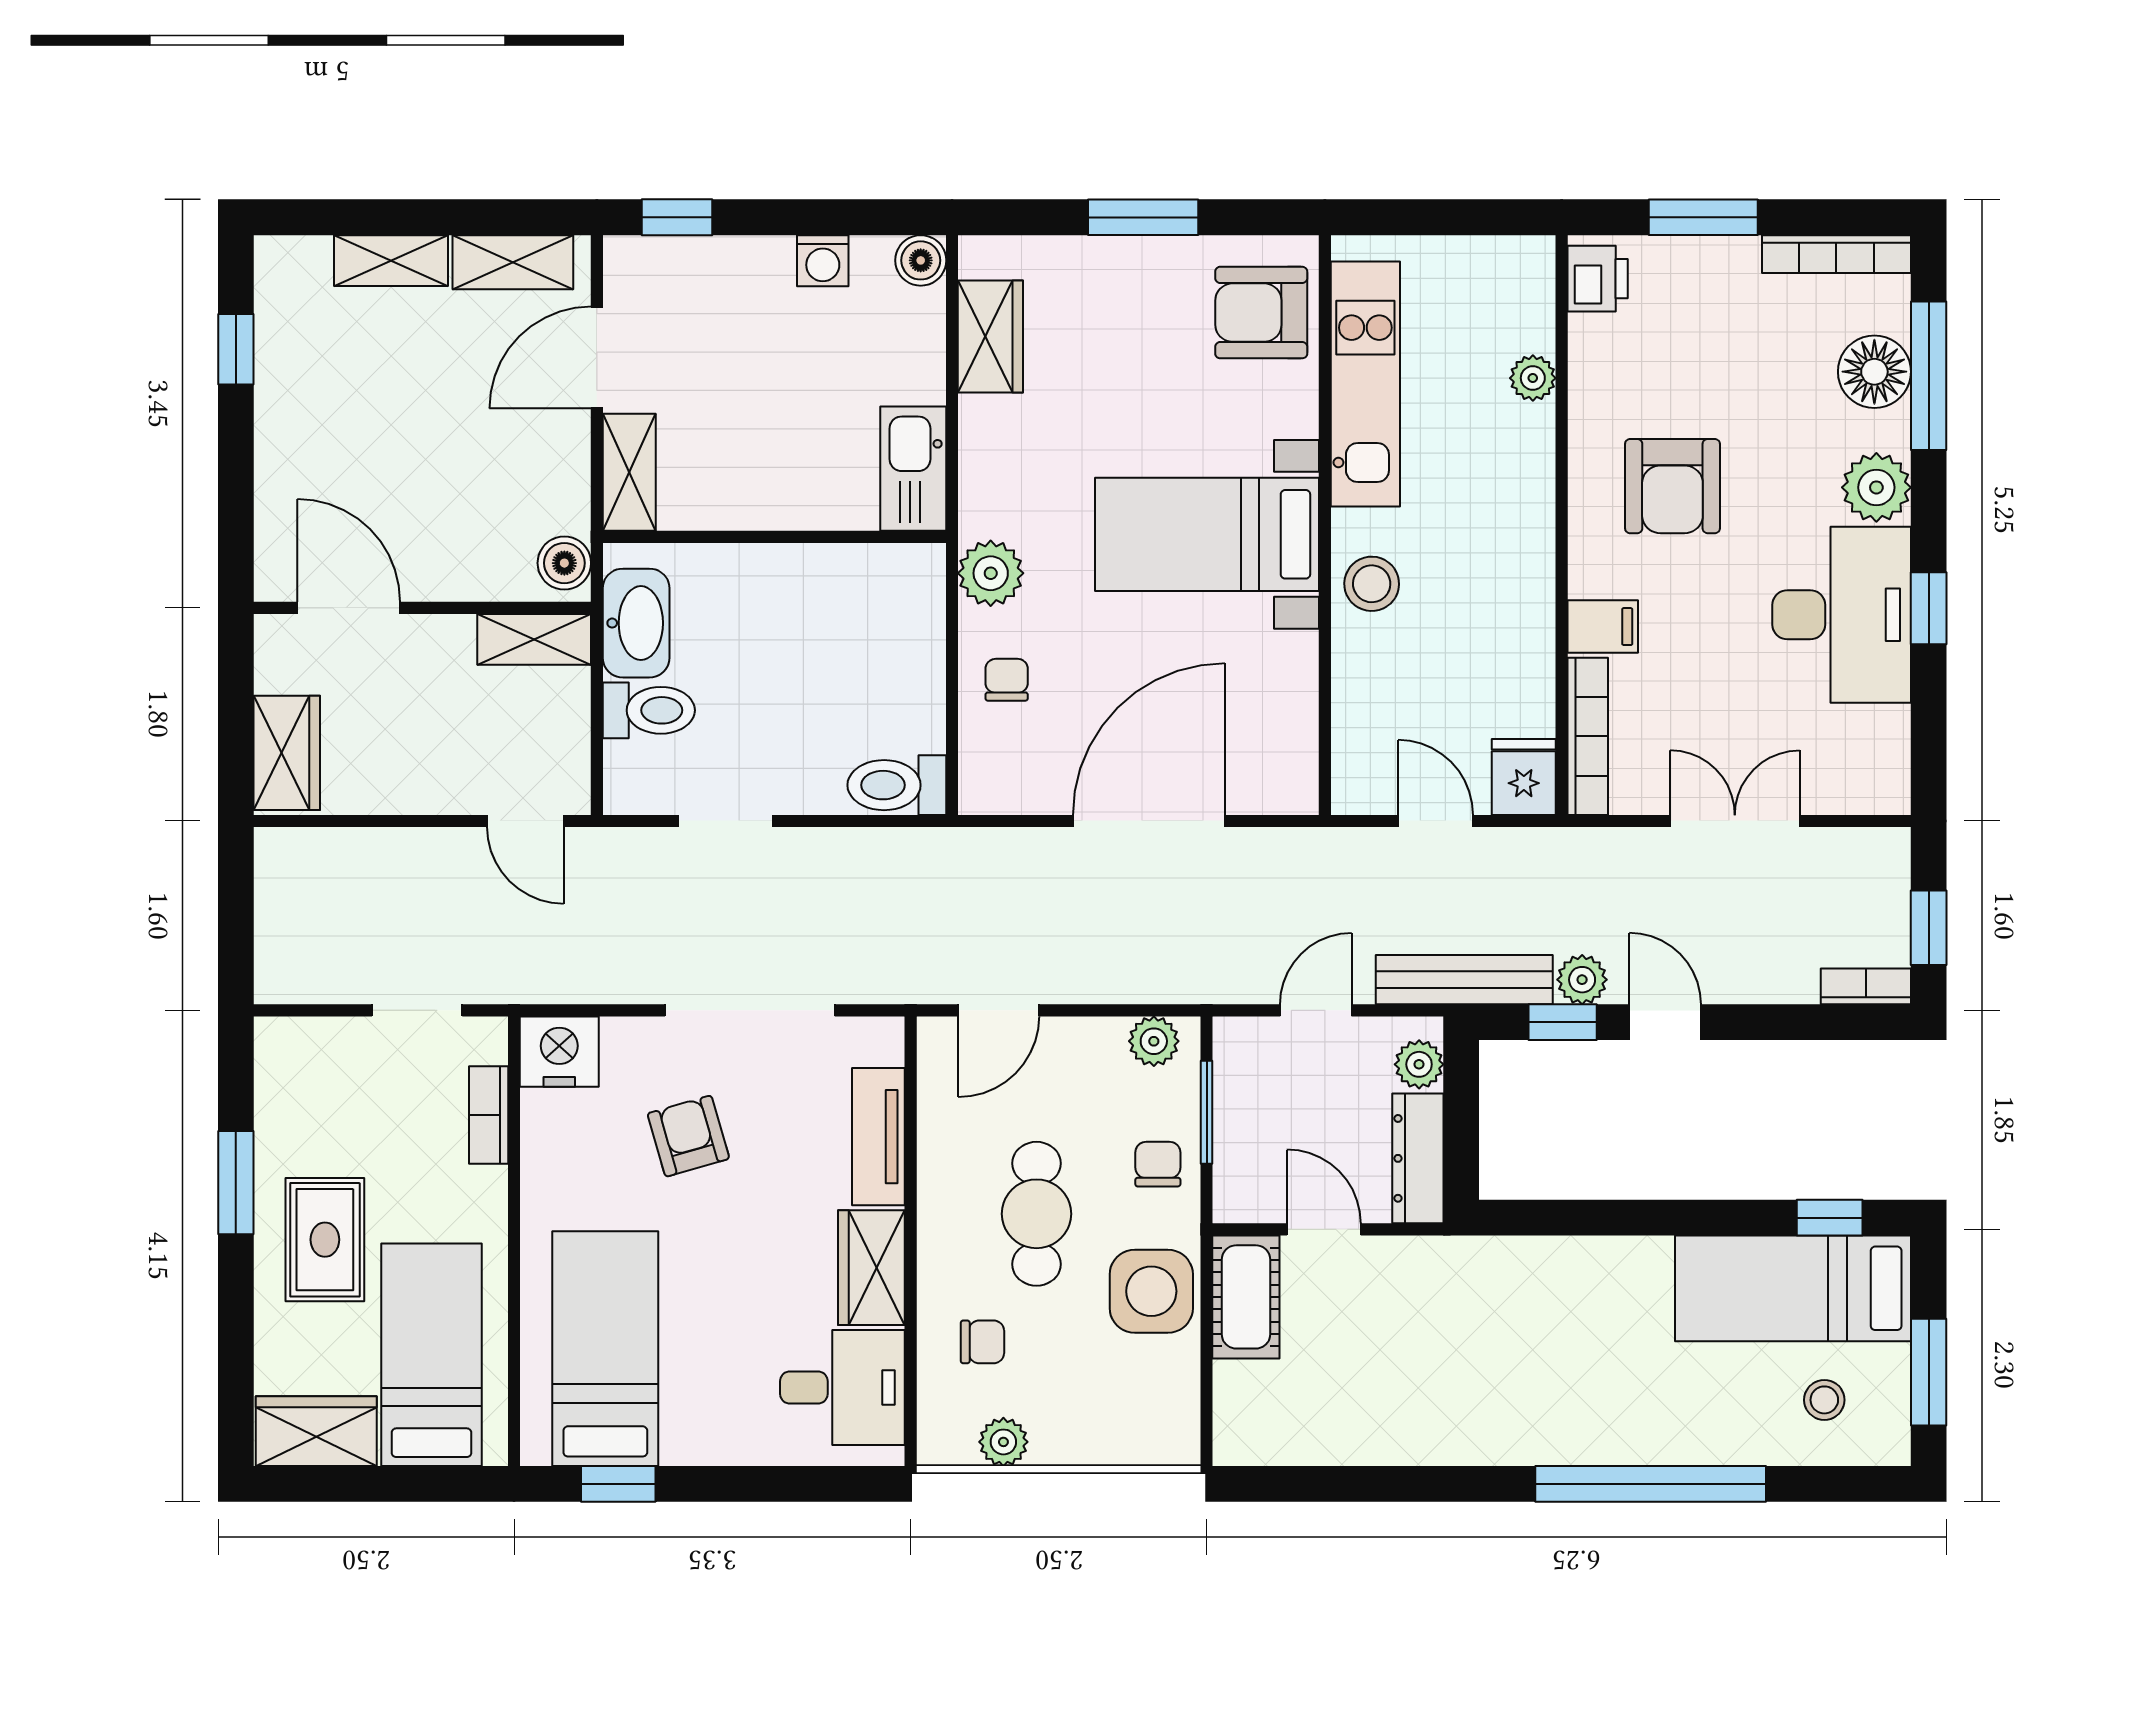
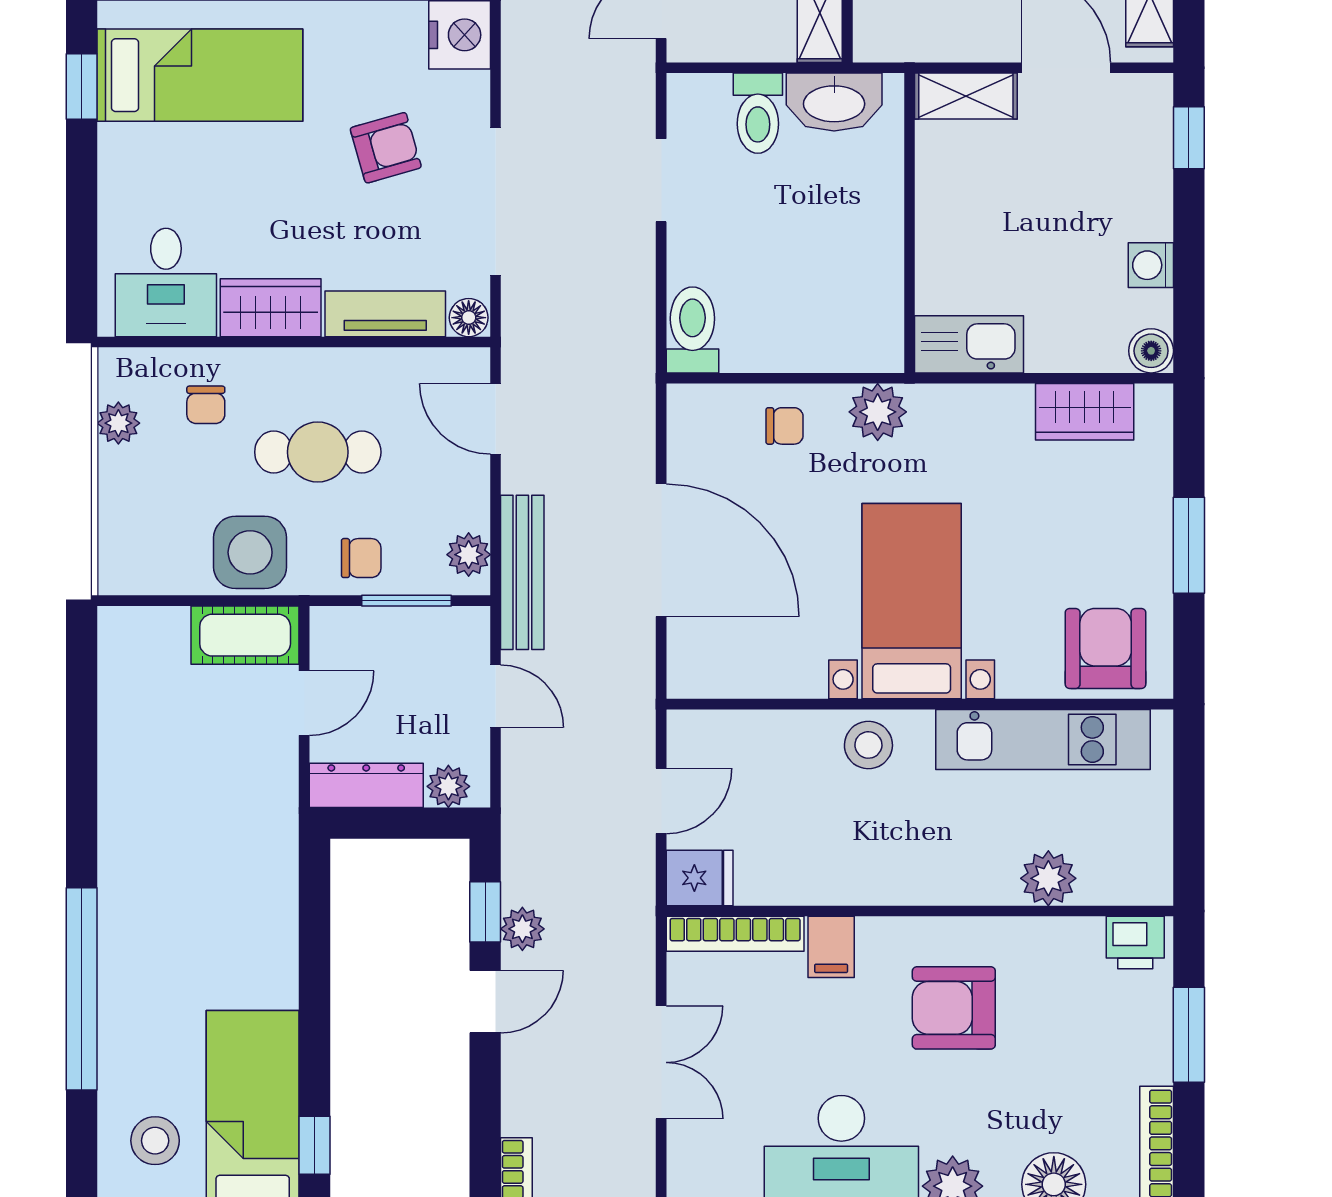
plant: (1533, 378) -> (1048, 878), width x1.38, depth x1.38
boiler: (564, 563) -> (887, 39), removed
bench: (1464, 980) -> (522, 572), moved
floor lamp: (883, 1041) -> (469, 318), added
stool: (1824, 1400) -> (155, 1141), width x1.37, depth x1.37

